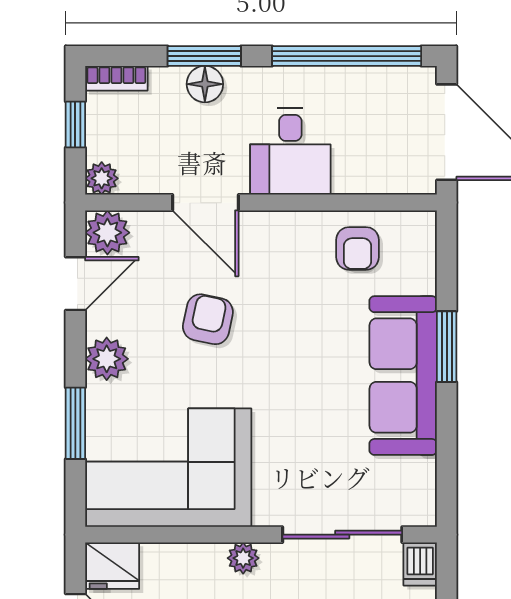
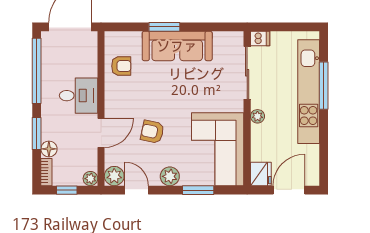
floor lamp: (205, 84) -> (49, 149), moved

